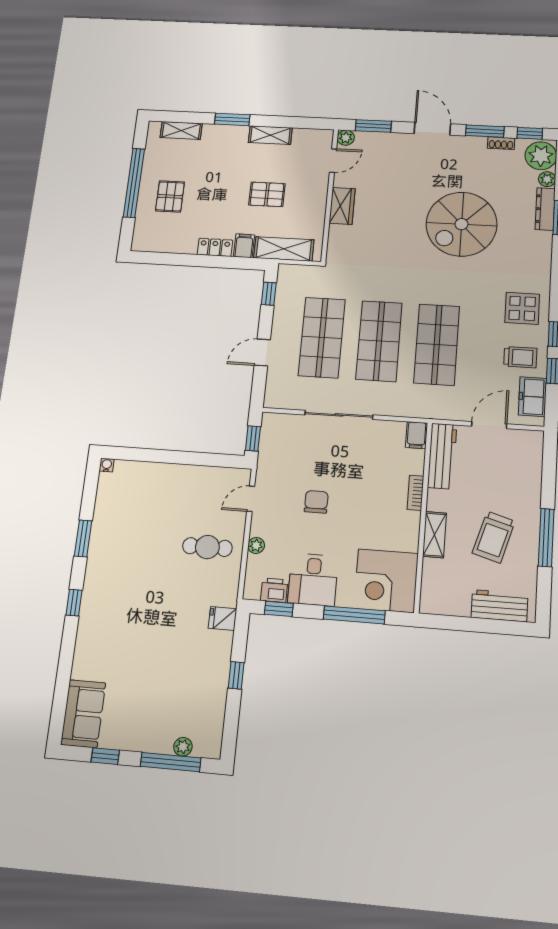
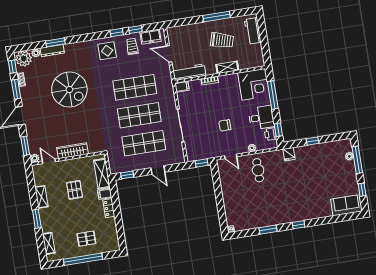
wardrobe: (342, 206) -> (72, 151), width x1.50

